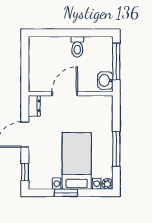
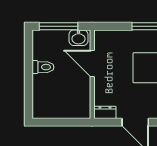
door: (65, 94) -> (92, 64), moved

